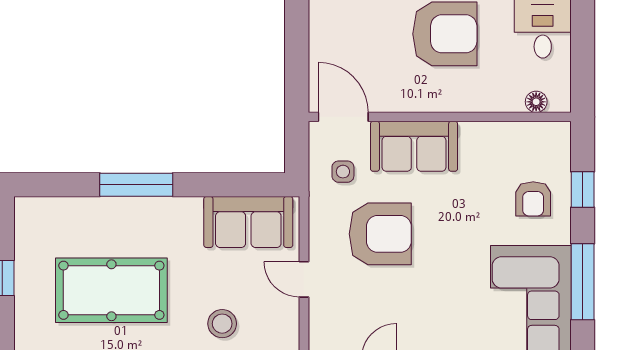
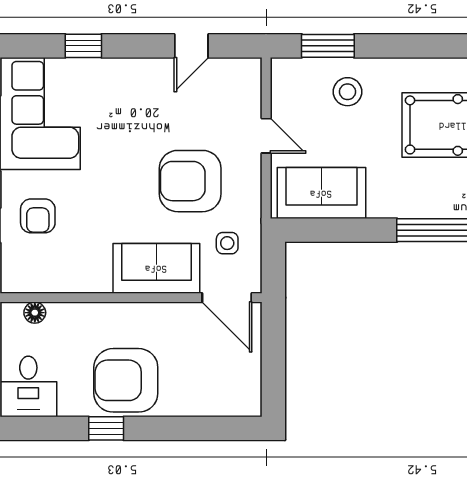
armchair: (533, 199) -> (38, 216), turned 180

